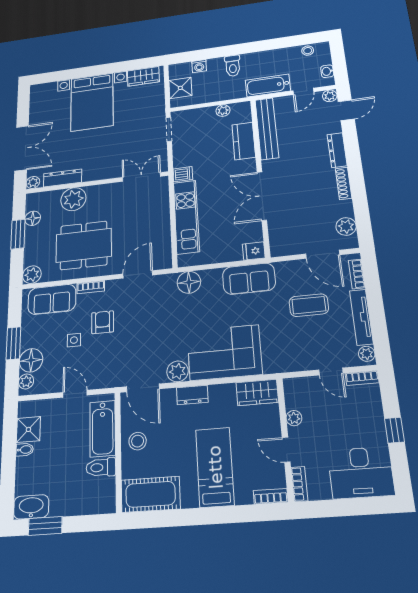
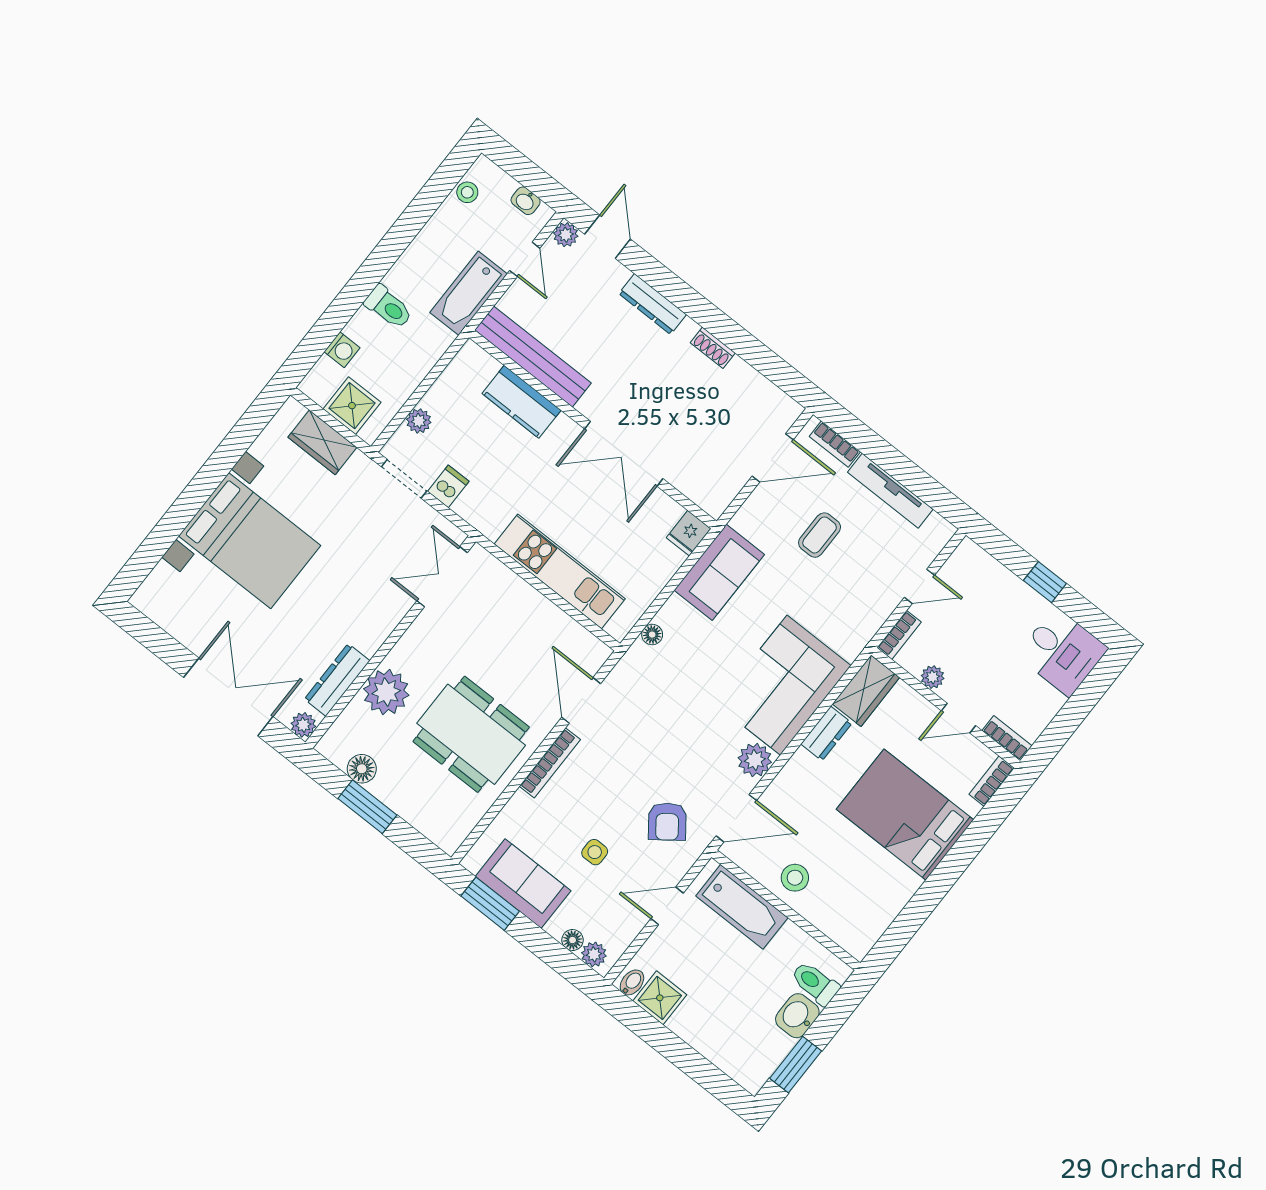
wardrobe: (143, 76) -> (322, 442), moved, turned 90
plant: (223, 111) -> (419, 421), moved
dishwasher: (183, 174) -> (448, 486), moved
shoe rack: (344, 183) -> (713, 348), width x0.70
plant: (346, 226) -> (764, 396), removed
dining table: (84, 245) -> (471, 734), turned 90
plant: (32, 275) -> (448, 835), removed
floor lamp: (189, 282) -> (652, 635), width x0.53, depth x0.53
bookcase: (91, 287) -> (550, 763), width x1.56
sofa: (52, 299) -> (523, 884), moved, turned -90
coffee table: (309, 305) -> (820, 535), width x0.73, depth x0.77
armchair: (103, 322) -> (667, 822), moved, turned -127
window: (13, 343) -> (490, 904), moved
plant: (367, 354) -> (937, 527), removed
floor lamp: (31, 360) -> (573, 940), width x0.53, depth x0.53
bookcase: (362, 378) -> (899, 635), moved
dresser: (192, 395) -> (826, 734), moved
bidet: (25, 450) -> (632, 982), moved
toilet: (101, 467) -> (815, 983), moved, turned 90
bed: (215, 467) -> (905, 815), width x1.50
desk: (361, 473) -> (1062, 652), width x0.73
cot: (151, 494) -> (869, 913), removed
washbasin: (31, 507) -> (797, 1016), moved, width x0.72

